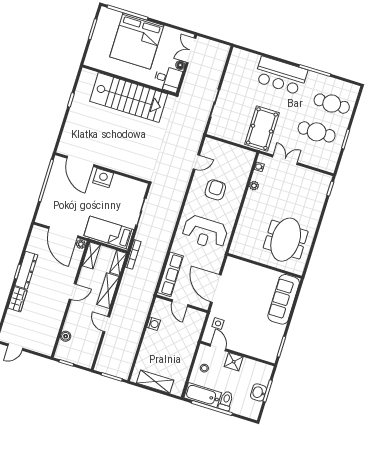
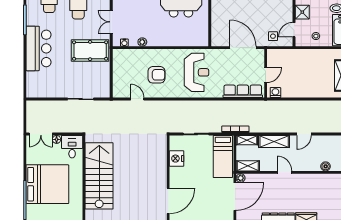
nightstand: (103, 178) -> (177, 159), moved
armchair: (215, 190) -> (157, 75), turned 180
door: (216, 289) -> (243, 48), swing flipped
washing machine: (154, 324) -> (275, 93), moved

